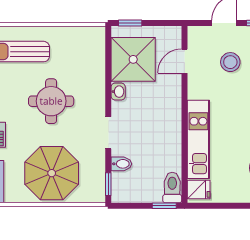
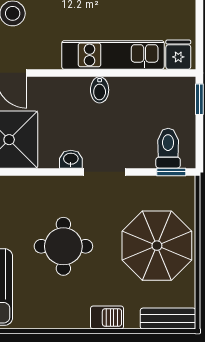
washbasin: (118, 92) -> (71, 159), moved
bidet: (121, 164) -> (100, 90), moved, turned 180
toilet: (172, 188) -> (168, 148), moved, turned 90

